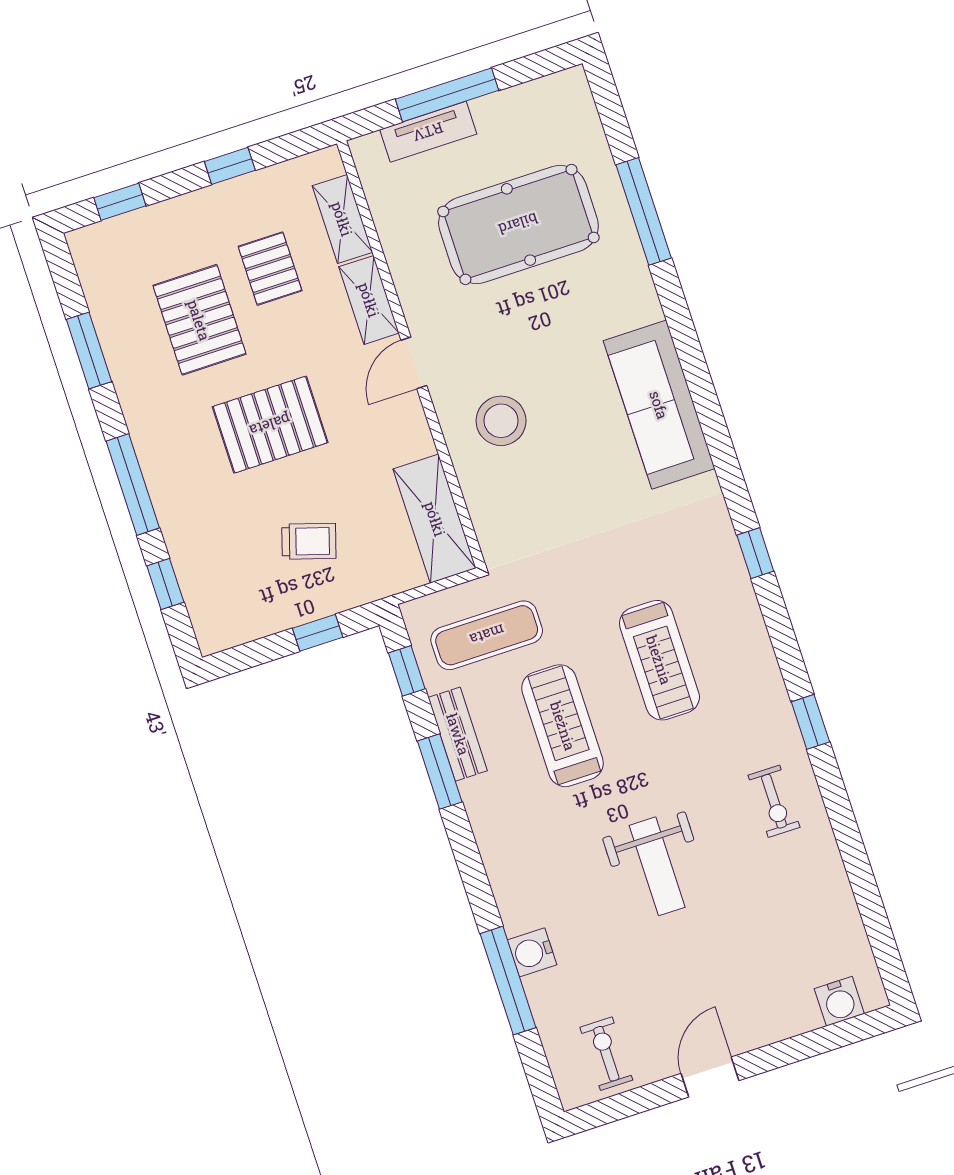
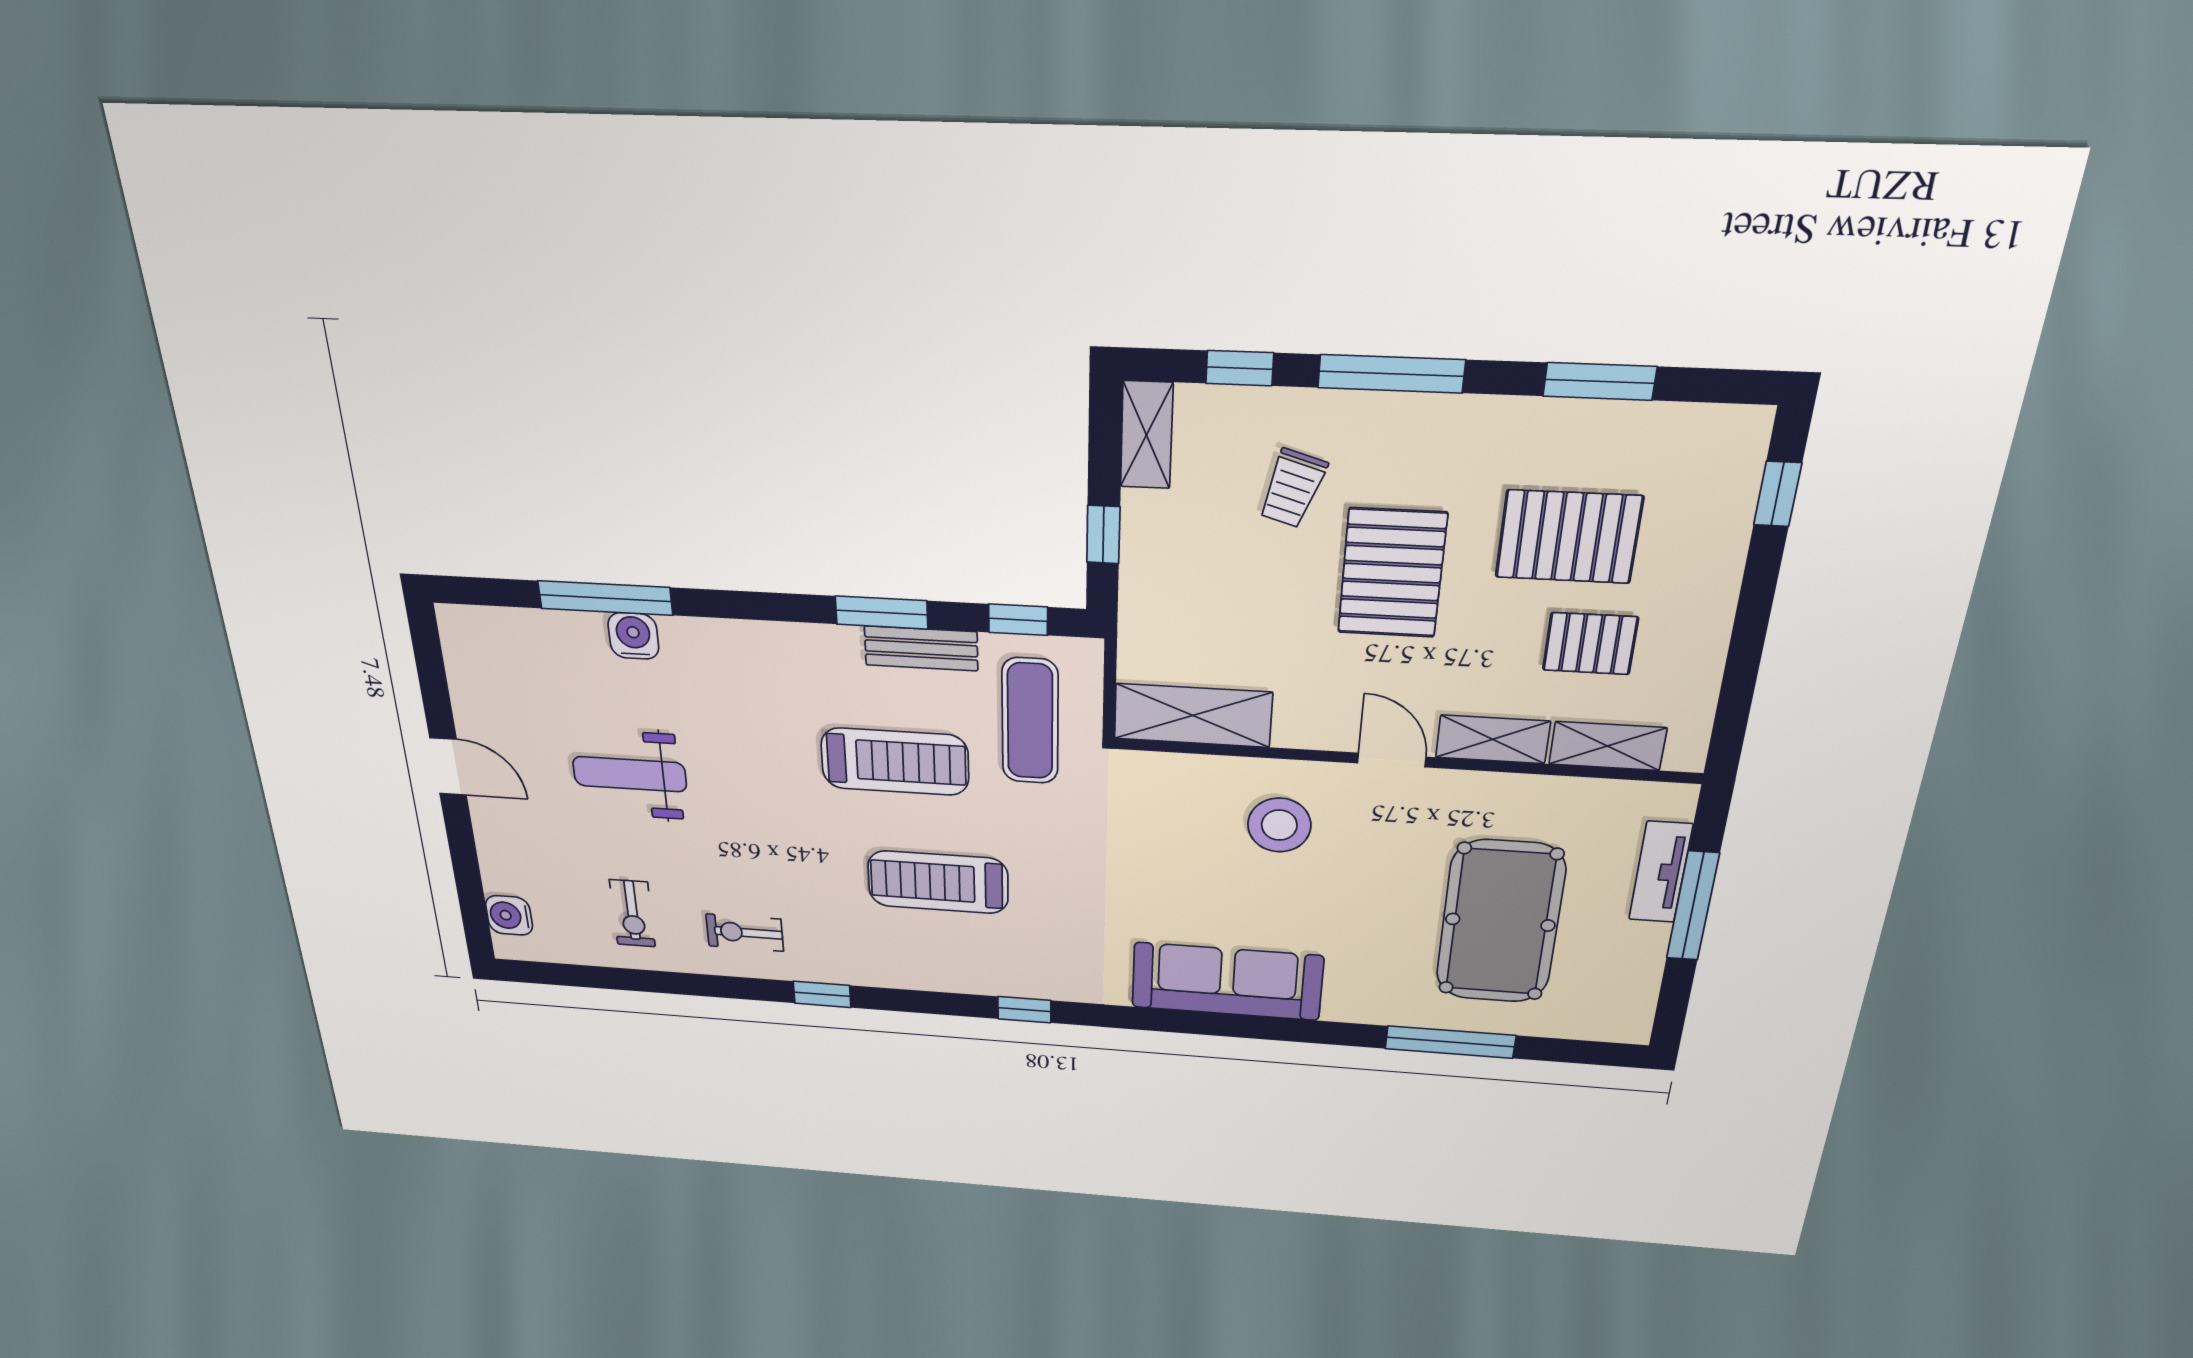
window: (230, 166) -> (1747, 644), removed
trolley: (309, 541) -> (1292, 488), moved
shelving: (234, 629) -> (1146, 435), added
weight bench: (657, 866) -> (630, 774), moved
exercise bike: (606, 1054) -> (632, 913), moved, turned 90

